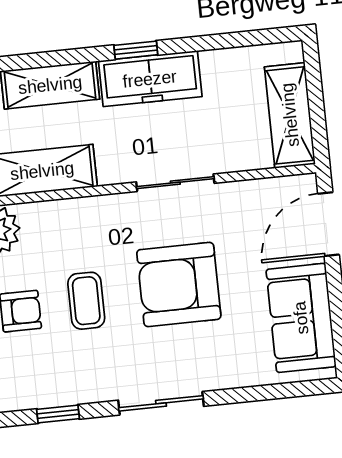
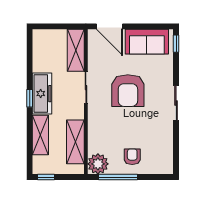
shelving: (290, 115) -> (76, 50), moved, turned 90
coffee table: (86, 301) -> (131, 129), removed
window: (58, 414) -> (176, 44), moved

